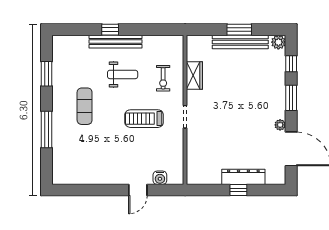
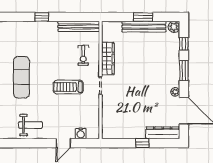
bench: (115, 42) -> (79, 26), moved
weight bench: (123, 74) -> (31, 125), moved
wardrobe: (194, 76) -> (108, 59), width x1.50
exercise mat: (85, 106) -> (21, 77), width x1.36, depth x1.45
dresser: (243, 177) -> (163, 133), moved

